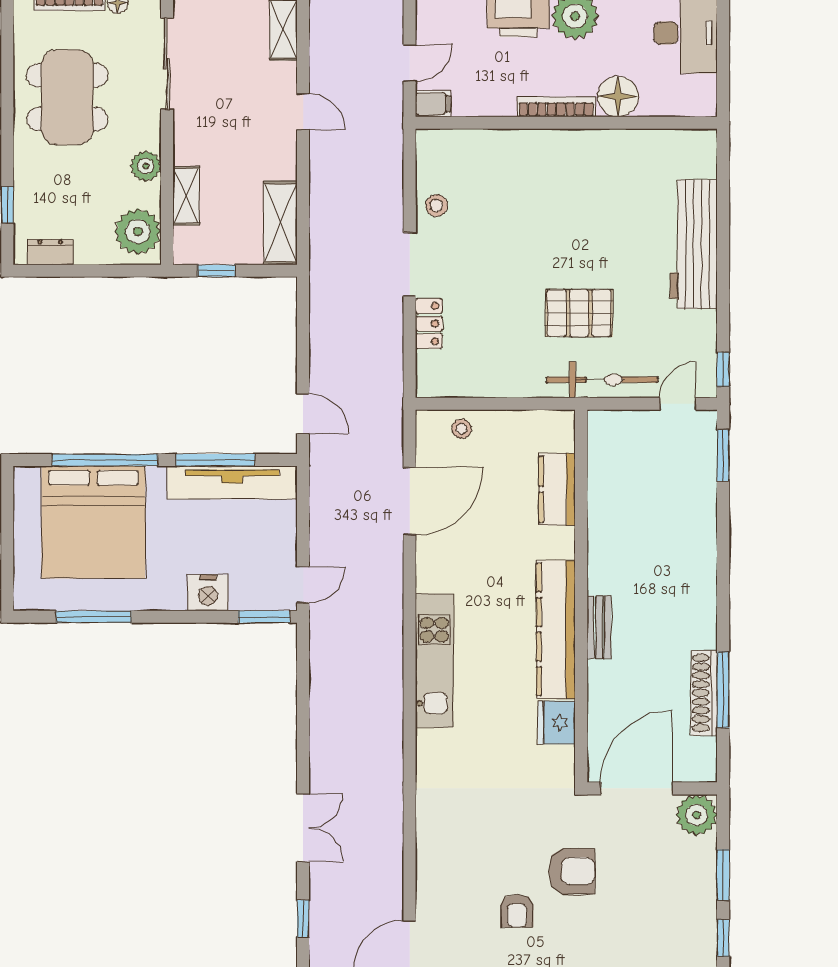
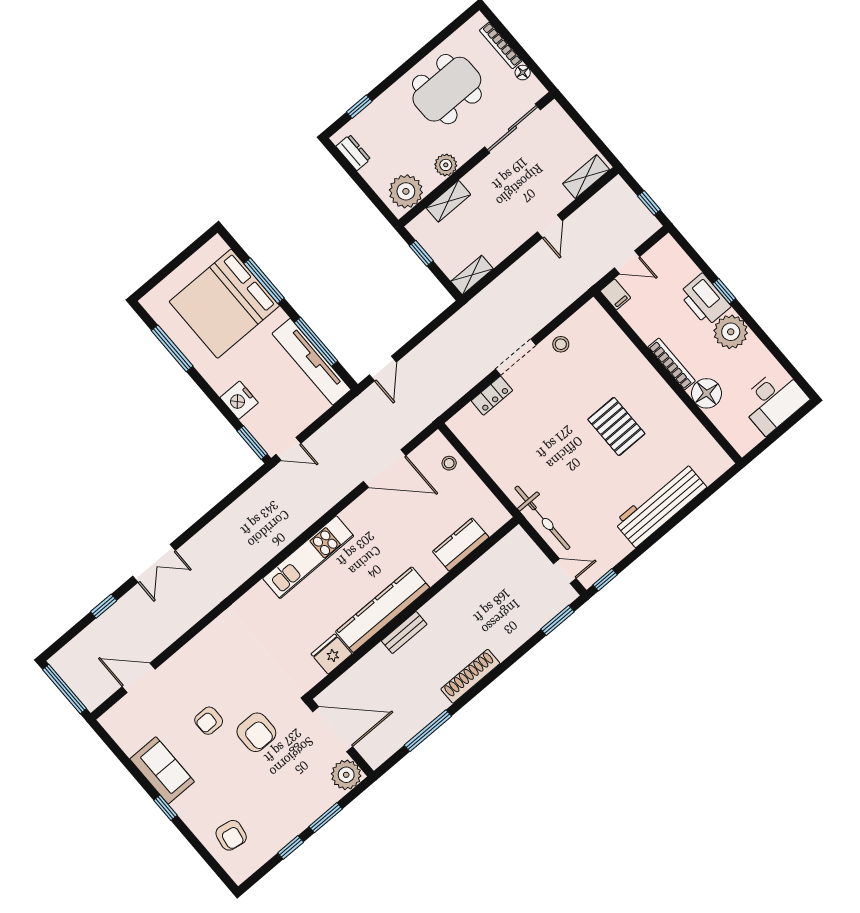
shelving: (280, 223) -> (472, 275), width x0.67, depth x0.75
pallet: (579, 313) -> (616, 426), moved
window: (105, 460) -> (264, 281), width x0.68
shoe rack: (704, 693) -> (470, 676), moved

